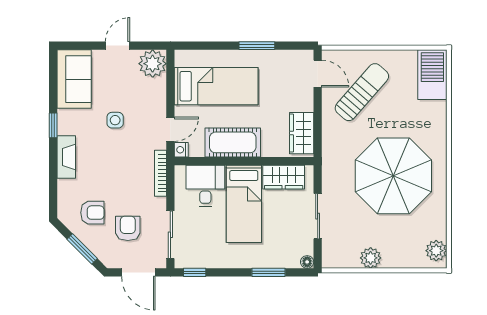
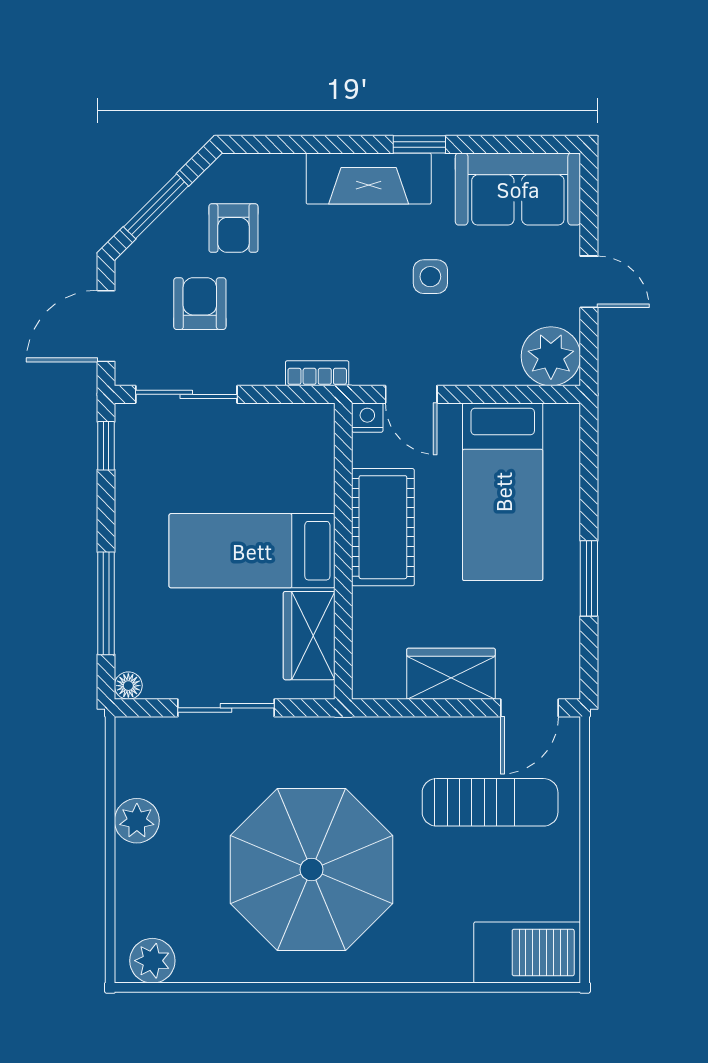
sun lounger: (362, 92) -> (490, 802), turned -41
wardrobe: (302, 133) -> (451, 674), moved
fireplace: (66, 157) -> (369, 179), width x1.37, depth x1.32
bookcase: (161, 173) -> (317, 373), width x0.64
desk: (205, 186) -> (290, 469), removed
armchair: (128, 228) -> (200, 304), turned -90
window: (268, 272) -> (106, 603), width x1.44

